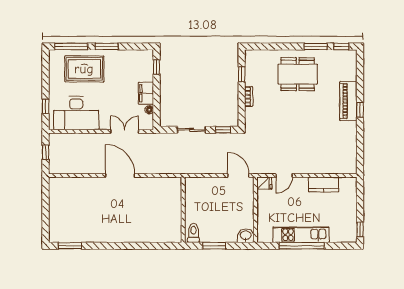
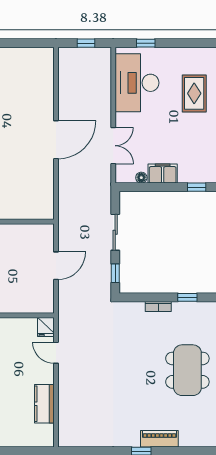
rug: (84, 69) -> (194, 93), width x0.73, depth x0.70
piano: (348, 101) -> (159, 439), width x0.73, depth x0.75
door: (238, 175) -> (56, 266), moved

